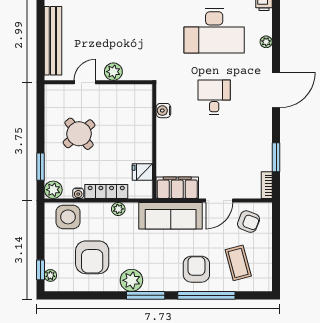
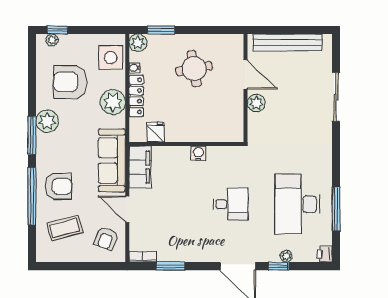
window: (276, 50) -> (278, 266), added
door: (85, 82) -> (246, 74), width x1.38
water cooler: (163, 111) -> (198, 153), moved
round table: (79, 134) -> (194, 69), turned 30
plant: (118, 209) -> (113, 102), width x1.88, depth x1.88

